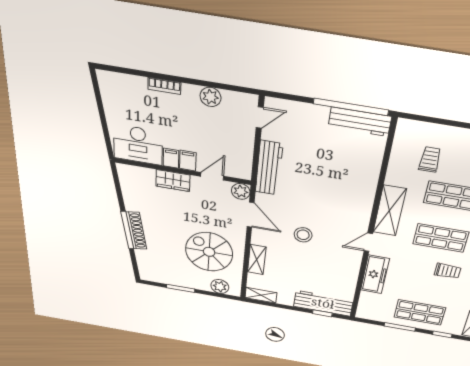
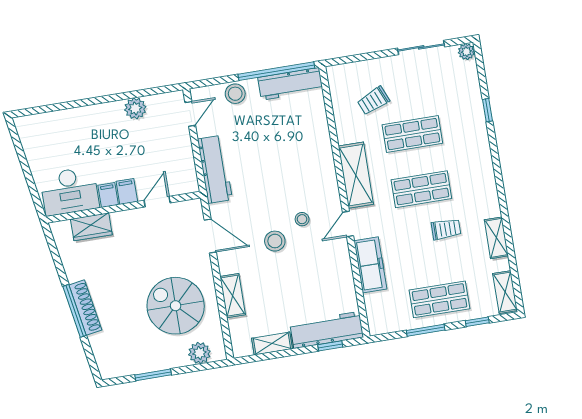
bookcase: (164, 86) -> (86, 112), removed
stool: (306, 114) -> (235, 94), added
trolley: (430, 160) -> (373, 101), turned -113
wardrobe: (173, 181) -> (91, 227), moved
plant: (241, 191) -> (192, 210), removed
stool: (331, 227) -> (302, 219), added
shelving: (261, 295) -> (272, 344), moved

